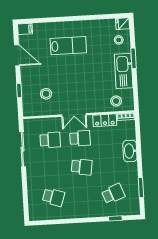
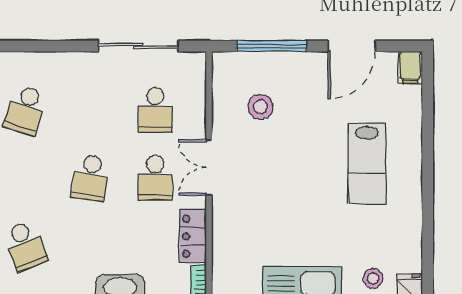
window: (19, 90) -> (272, 46), width x2.17
stool: (116, 101) -> (235, 265), removed

